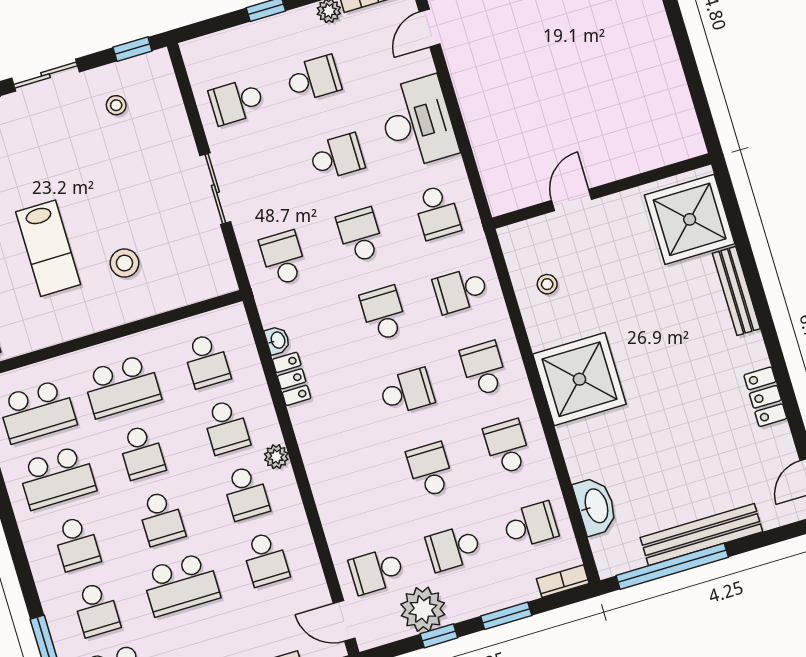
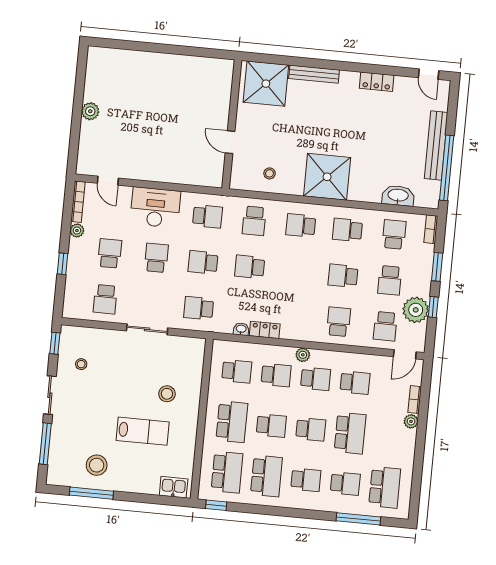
school desk: (407, 392) -> (339, 322), moved

